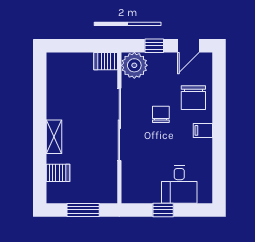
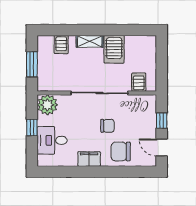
server rack: (106, 61) -> (139, 82), moved
plant: (134, 65) -> (47, 105), moved
server rack: (64, 106) -> (114, 49), added
filing cabinet: (203, 130) -> (89, 159), width x2.00

